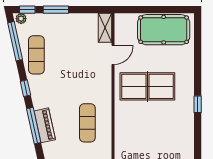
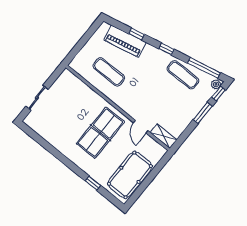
window: (198, 104) -> (93, 183), moved
piano: (45, 125) -> (125, 41), width x1.37, depth x1.33
window: (34, 126) -> (136, 34), width x0.46

